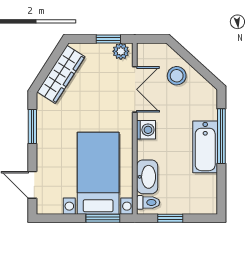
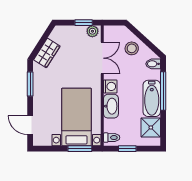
wardrobe: (61, 74) -> (47, 53), width x0.67
bidet: (207, 98) -> (153, 64), added
washbasin: (147, 177) -> (111, 106), moved
shower: (204, 188) -> (151, 127), added

